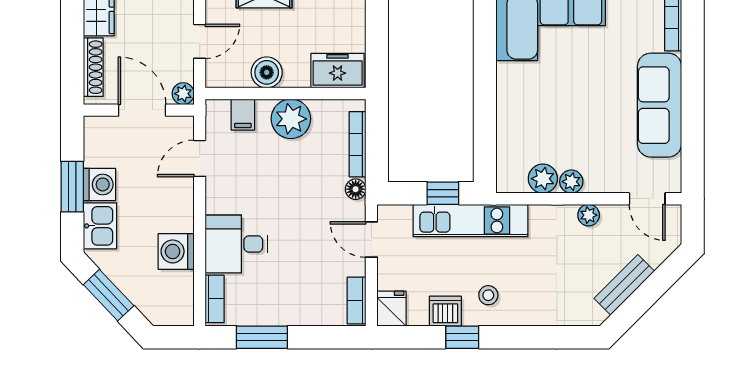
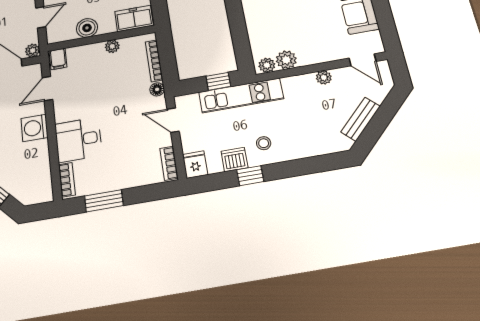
filing cabinet: (243, 115) -> (58, 59), moved
plant: (291, 119) -> (112, 46), width x0.53, depth x0.53
plant: (571, 182) -> (267, 65), moved
washing machine: (176, 251) -> (34, 128), moved

